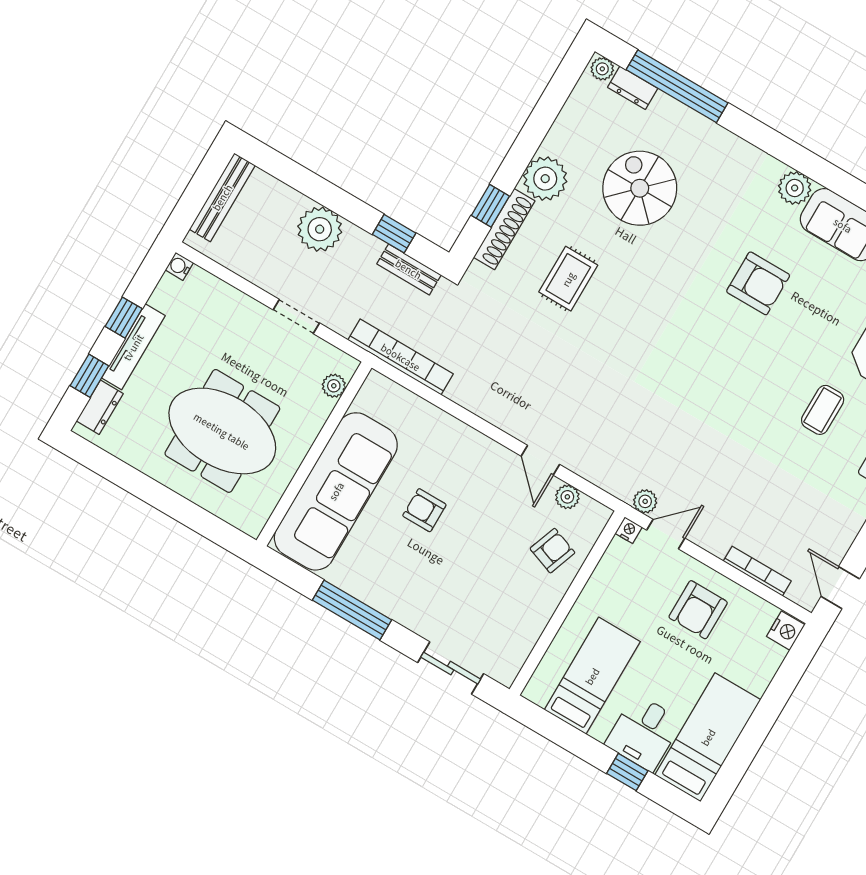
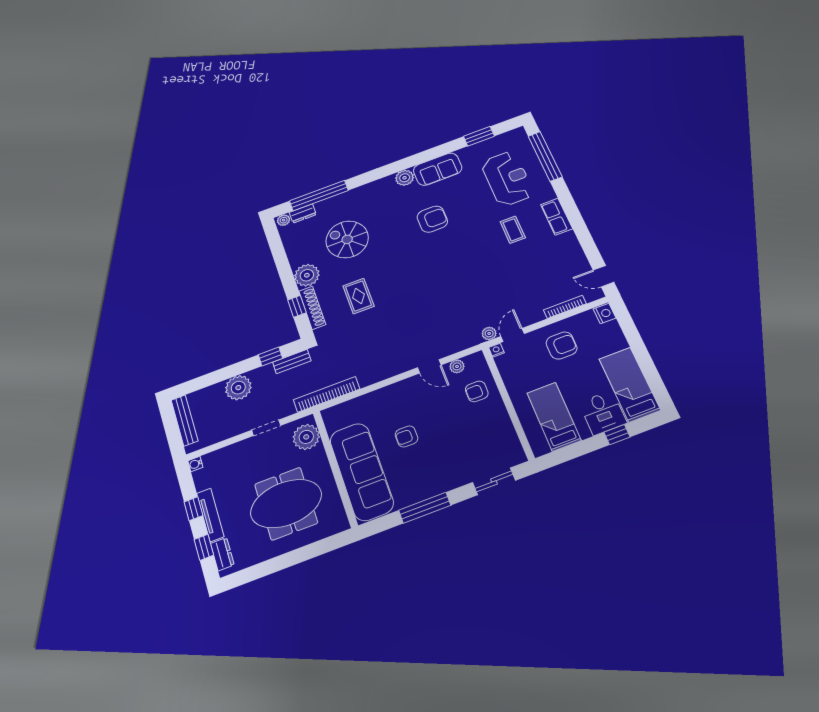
plant: (334, 386) -> (306, 437), width x1.87, depth x1.87
armchair: (552, 551) -> (477, 391), turned -110
armchair: (698, 610) -> (562, 346), turned -90

